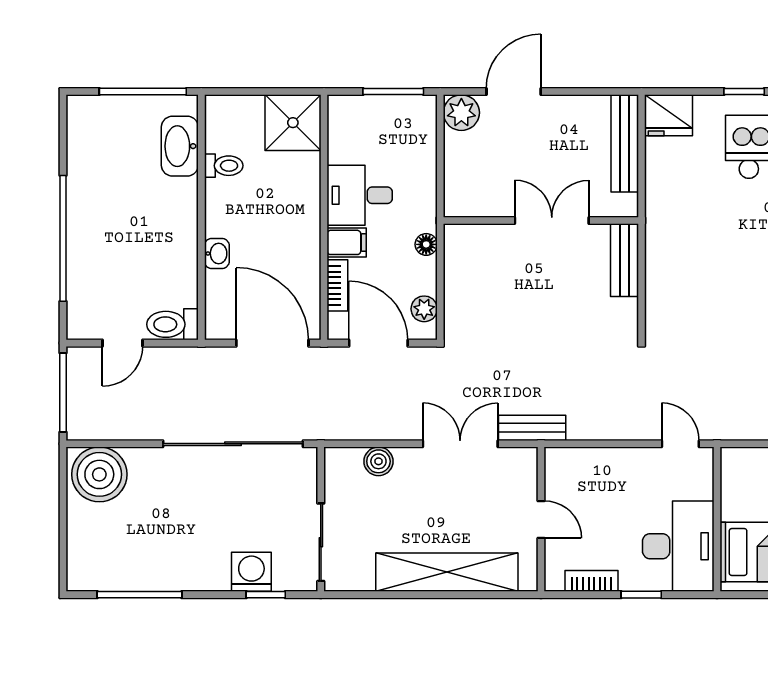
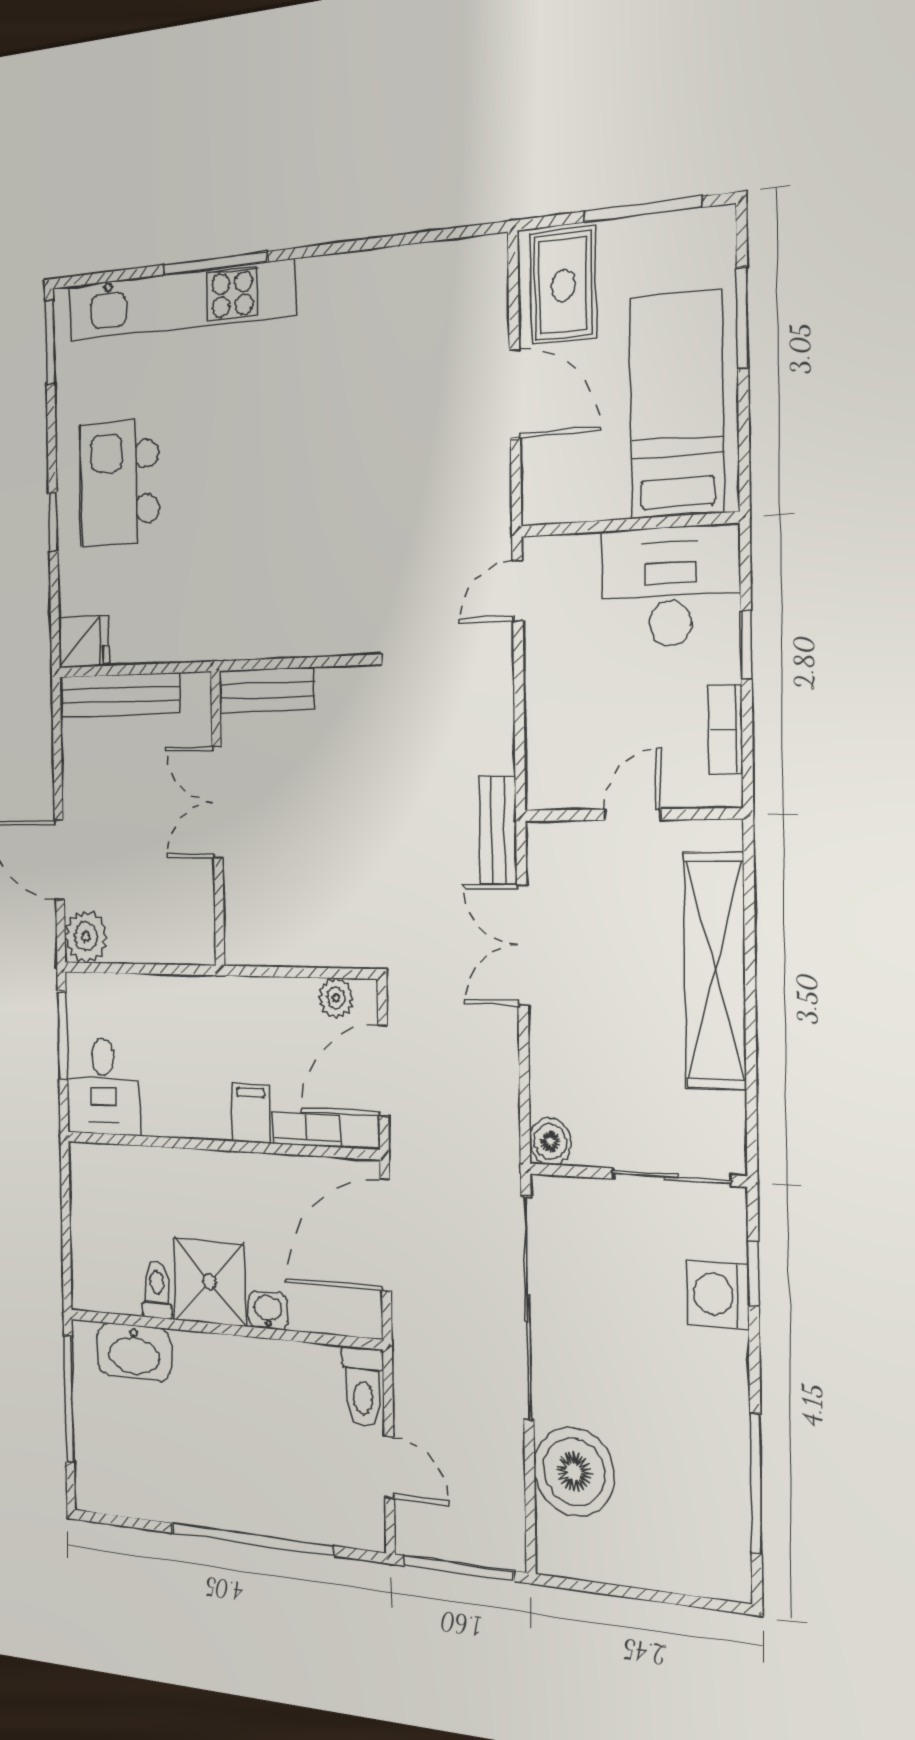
fridge: (669, 115) -> (84, 642), width x0.72
shower: (293, 123) -> (209, 1282), moved
desk: (360, 195) -> (103, 1086), moved
floor lamp: (426, 244) -> (251, 993), removed
boiler: (378, 461) -> (551, 1142), moved
boiler: (99, 474) -> (574, 1472), moved

